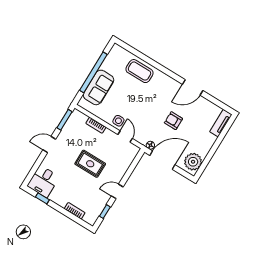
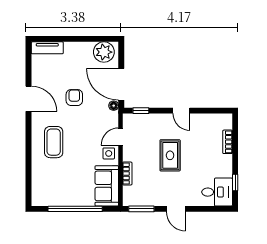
coffee table: (140, 71) -> (54, 142), moved
sofa: (99, 87) -> (107, 186), moved, turned -90
armchair: (173, 121) -> (74, 98), turned 180
window: (105, 212) -> (141, 111), moved

